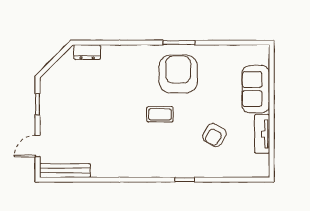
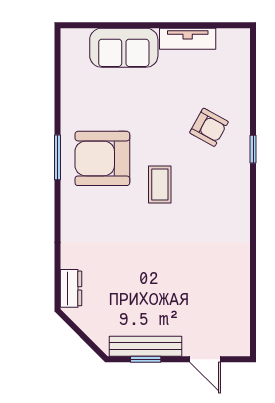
armchair: (214, 135) -> (209, 127), moved
bench: (65, 171) -> (145, 346), moved, turned 90

